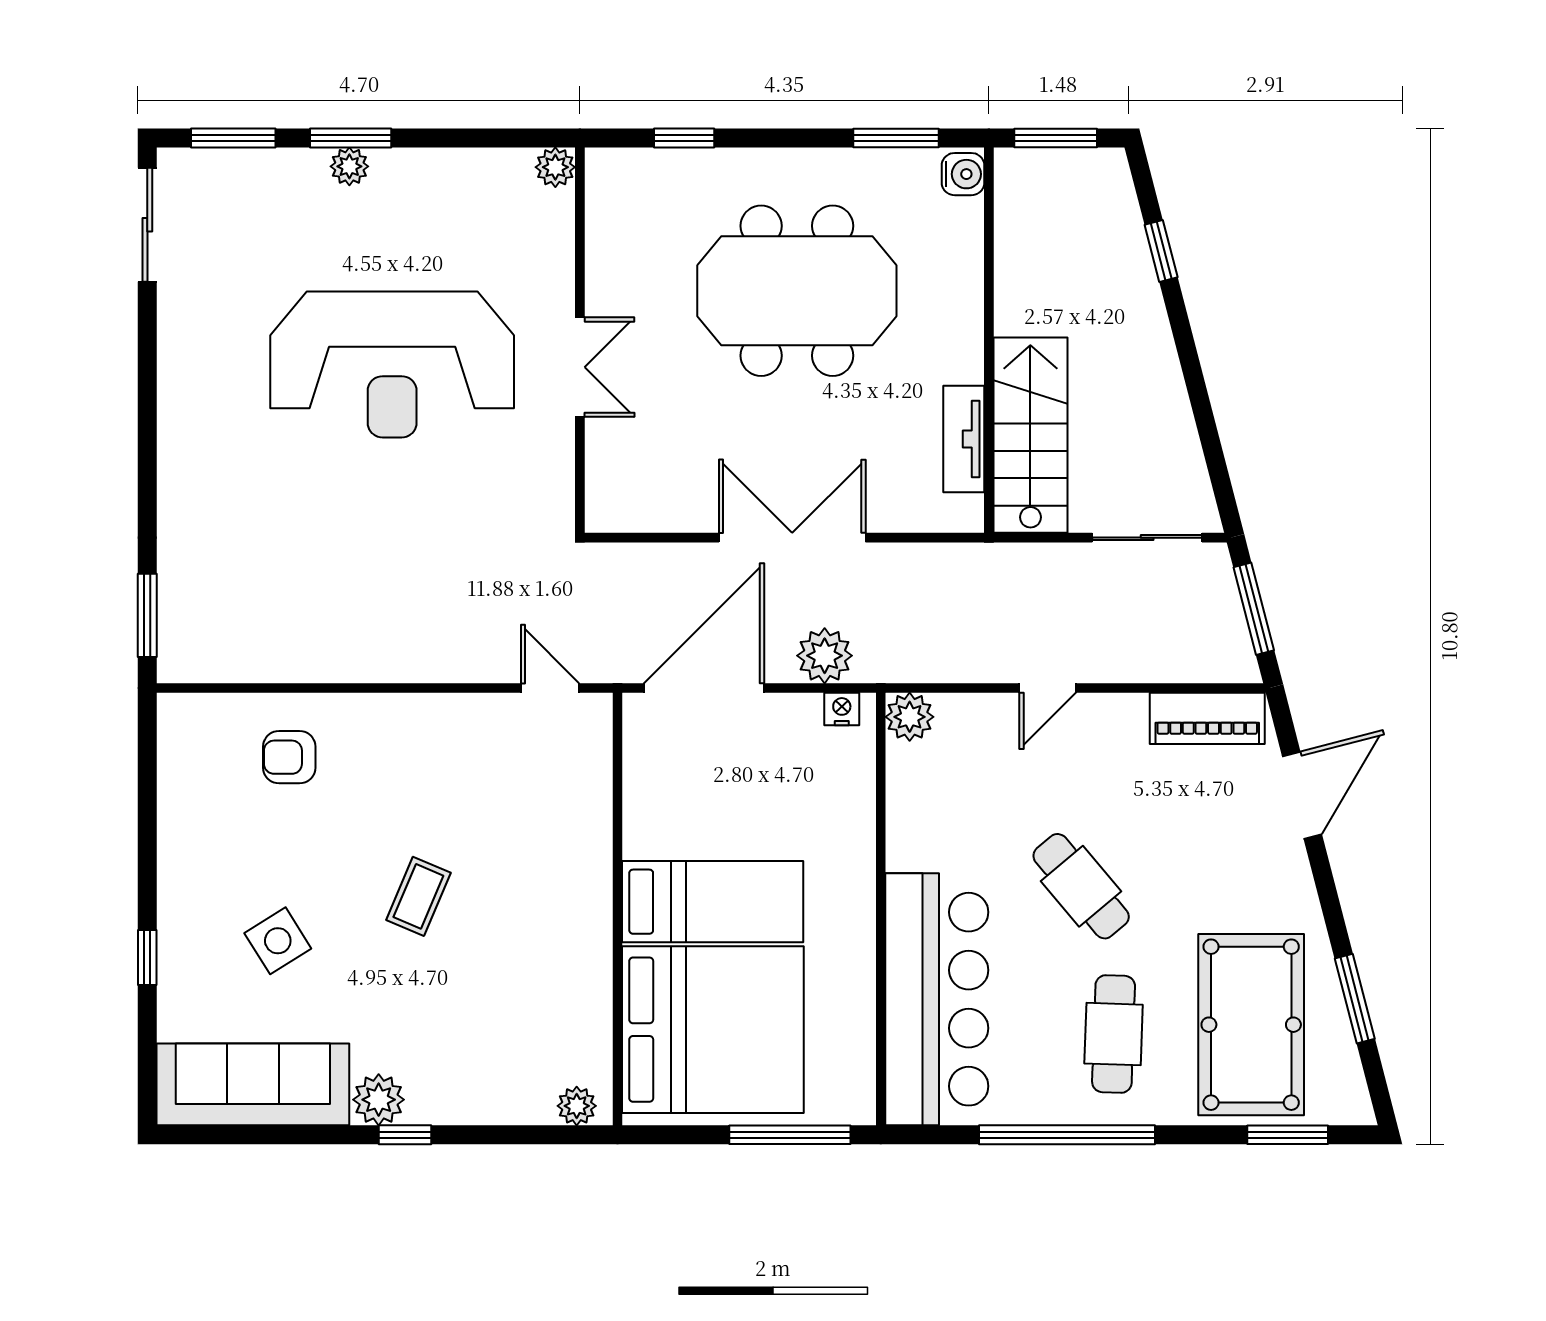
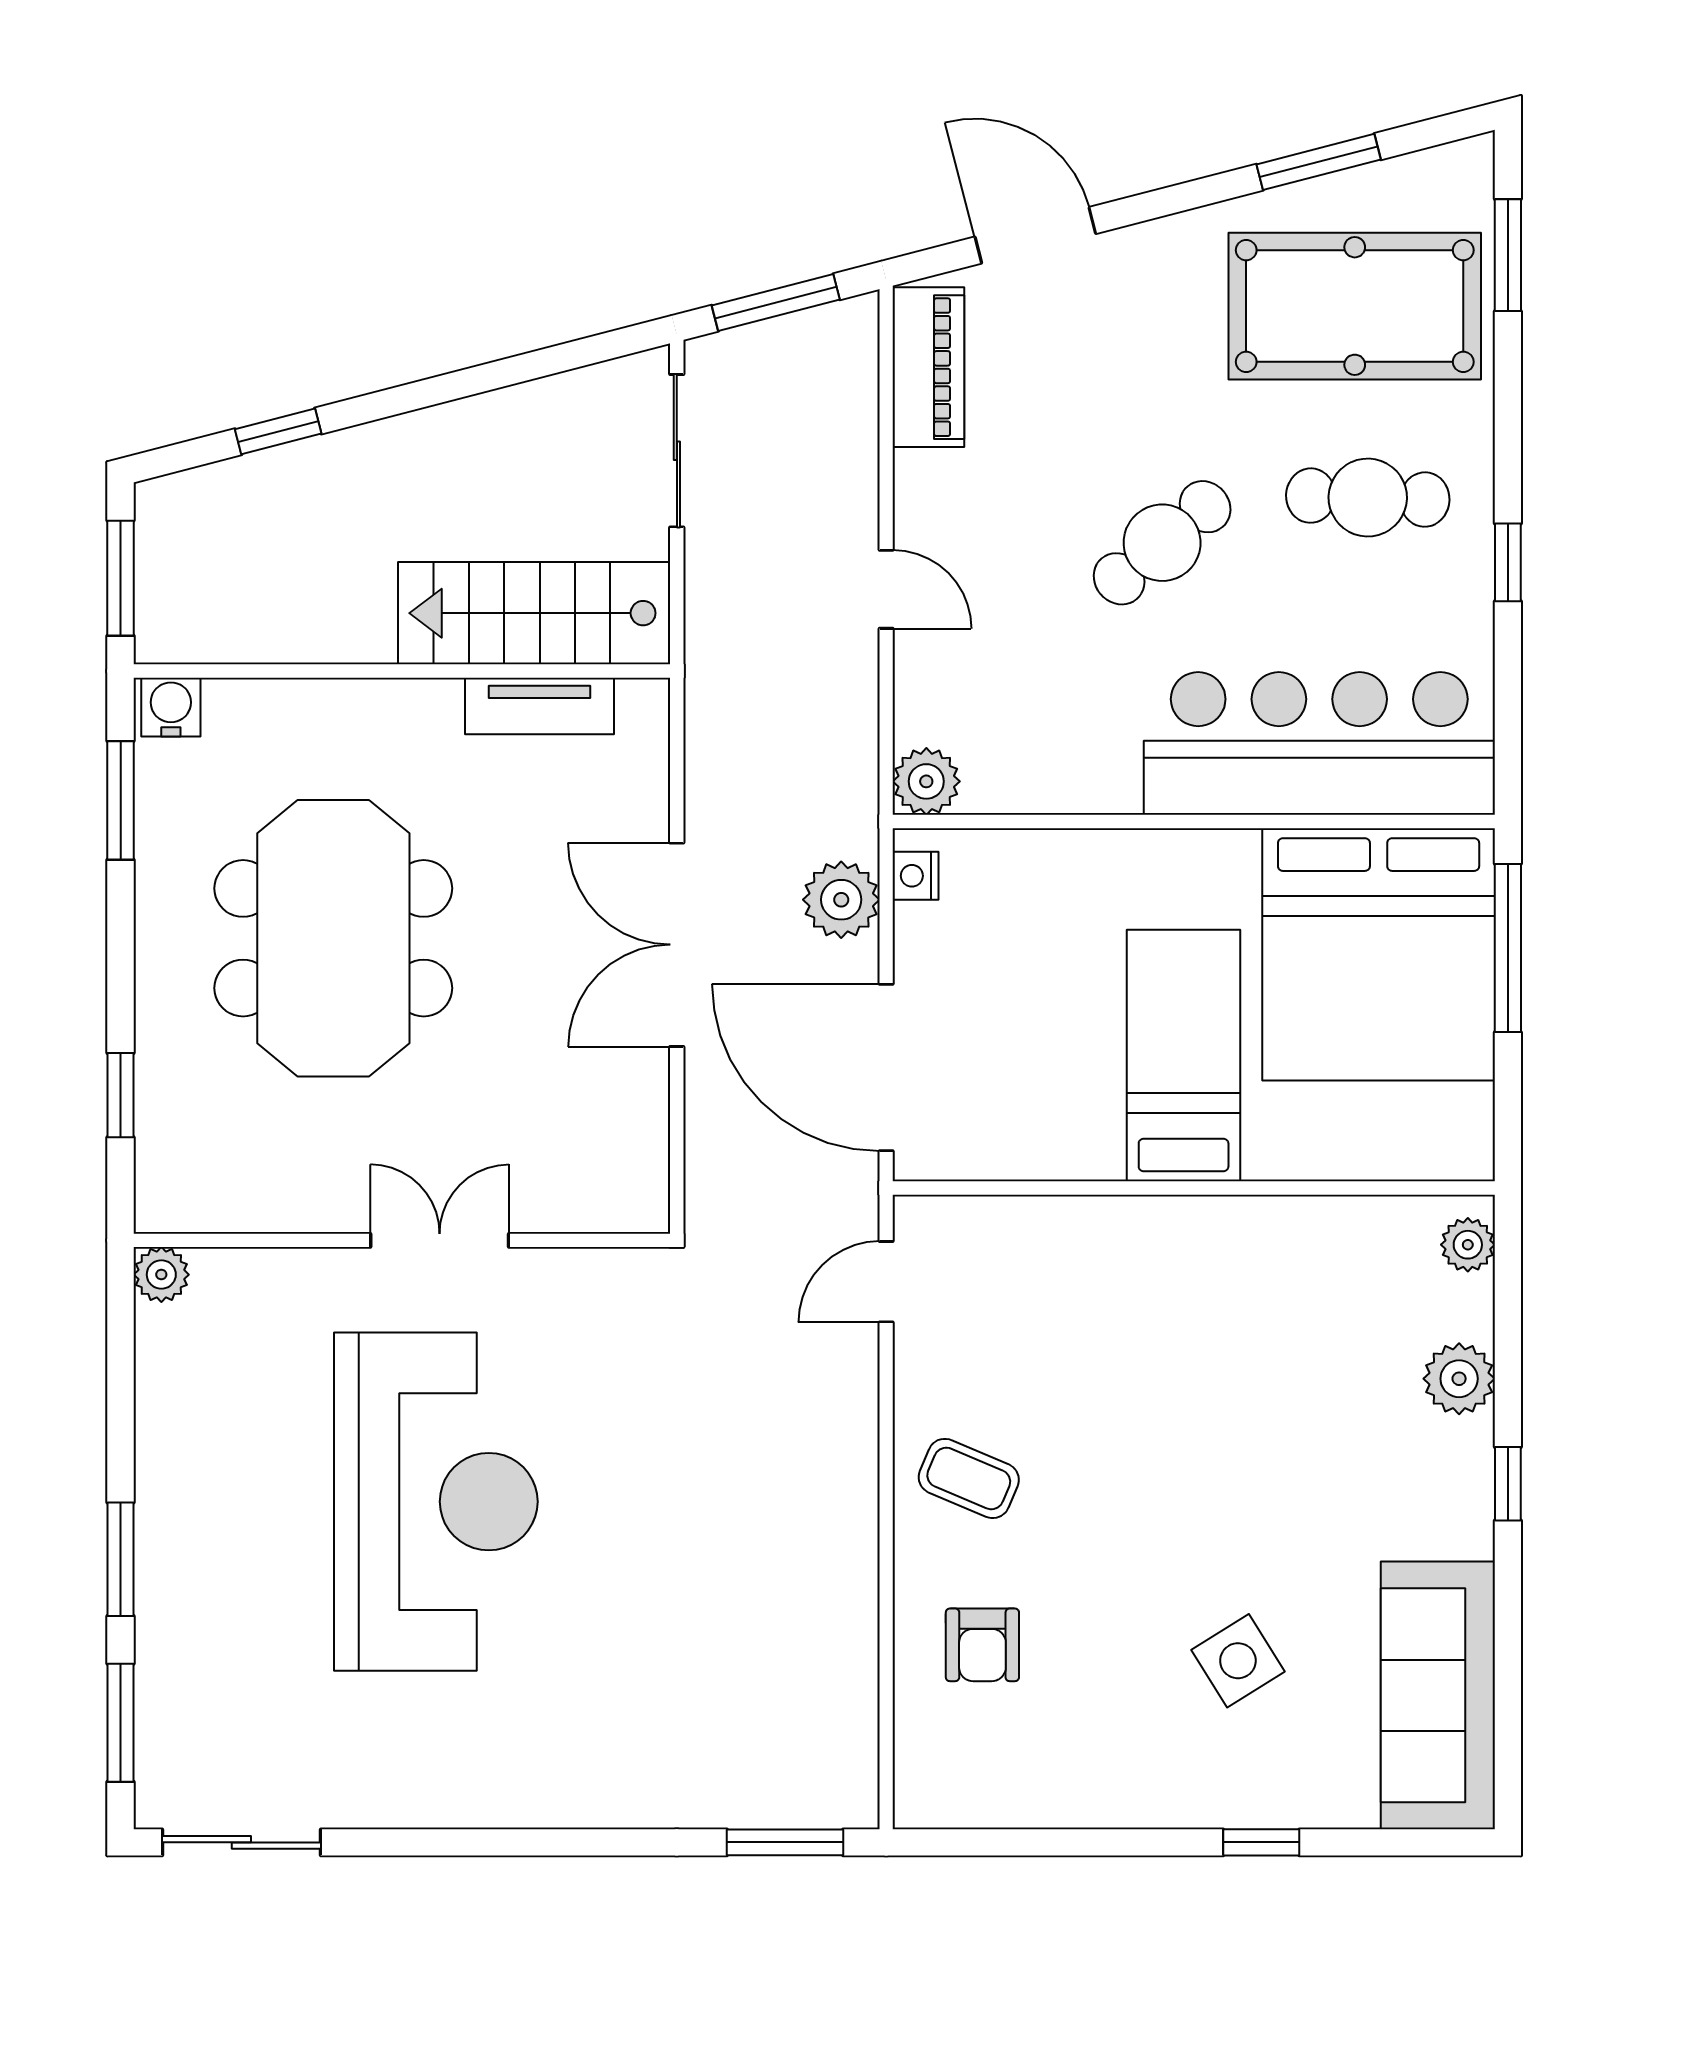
plant: (349, 166) -> (160, 1561), removed
coffee table: (418, 896) -> (969, 1478), moved
bed: (713, 1030) -> (1379, 954), moved, turned 180
plant: (379, 1100) -> (1459, 1379), moved
window: (1067, 1135) -> (1508, 562), width x0.32

